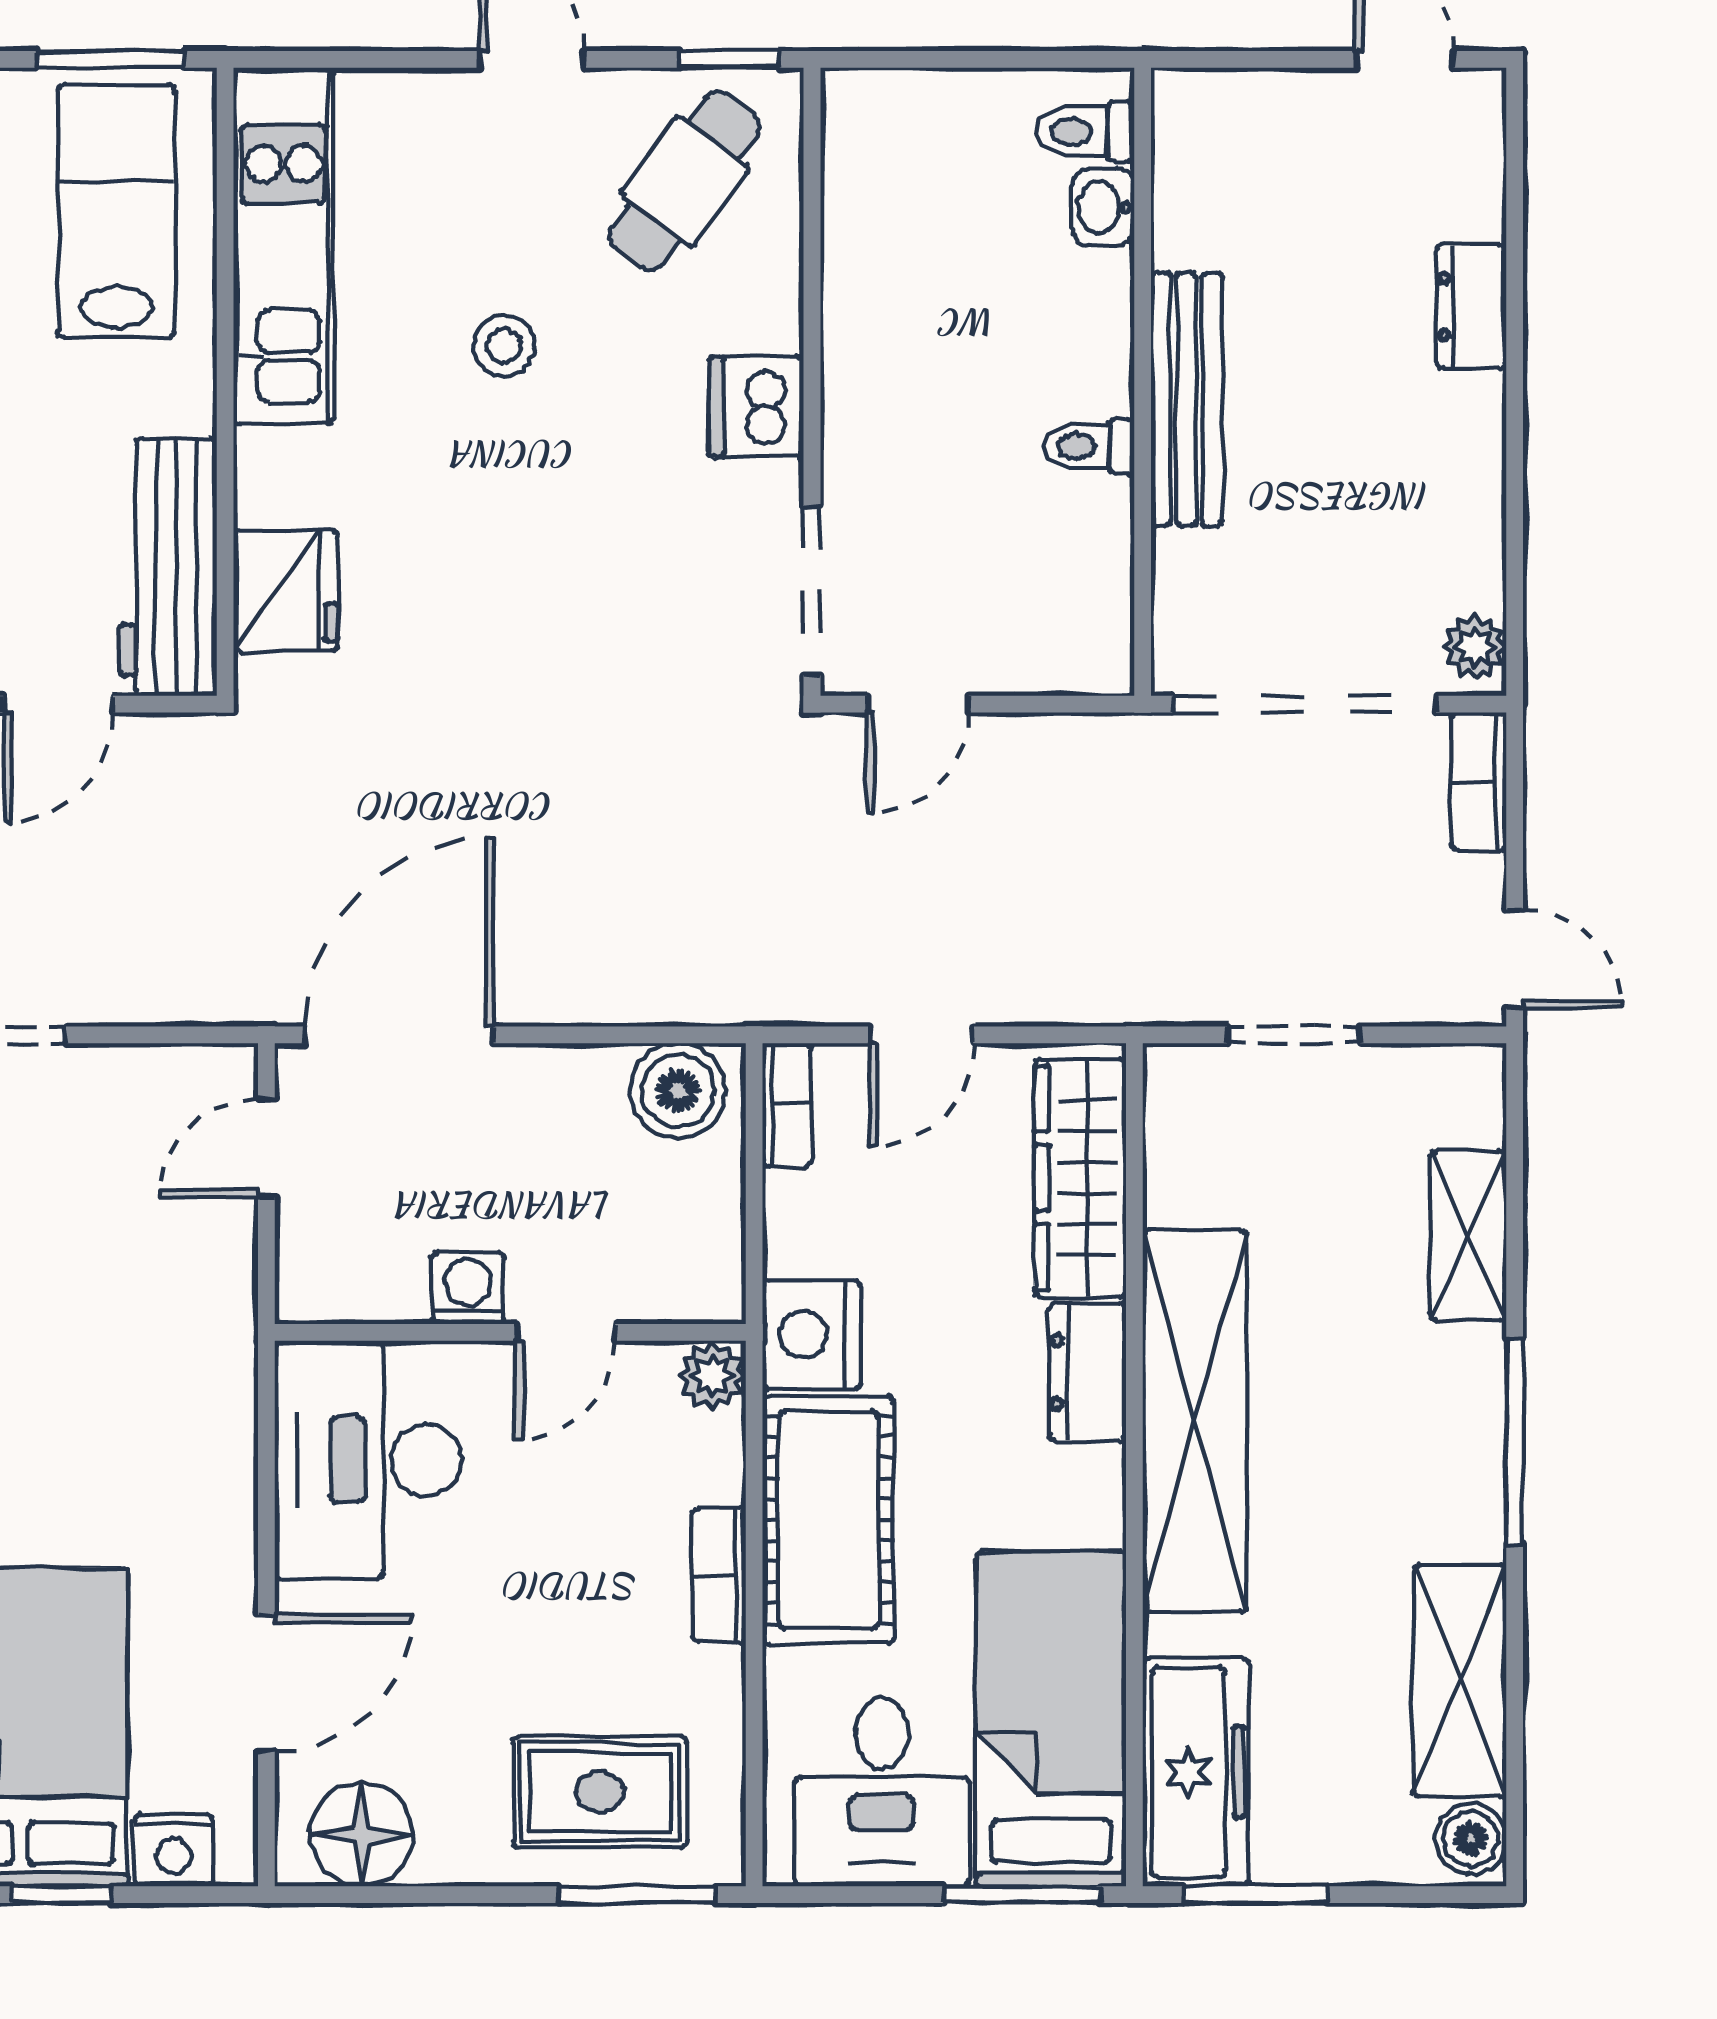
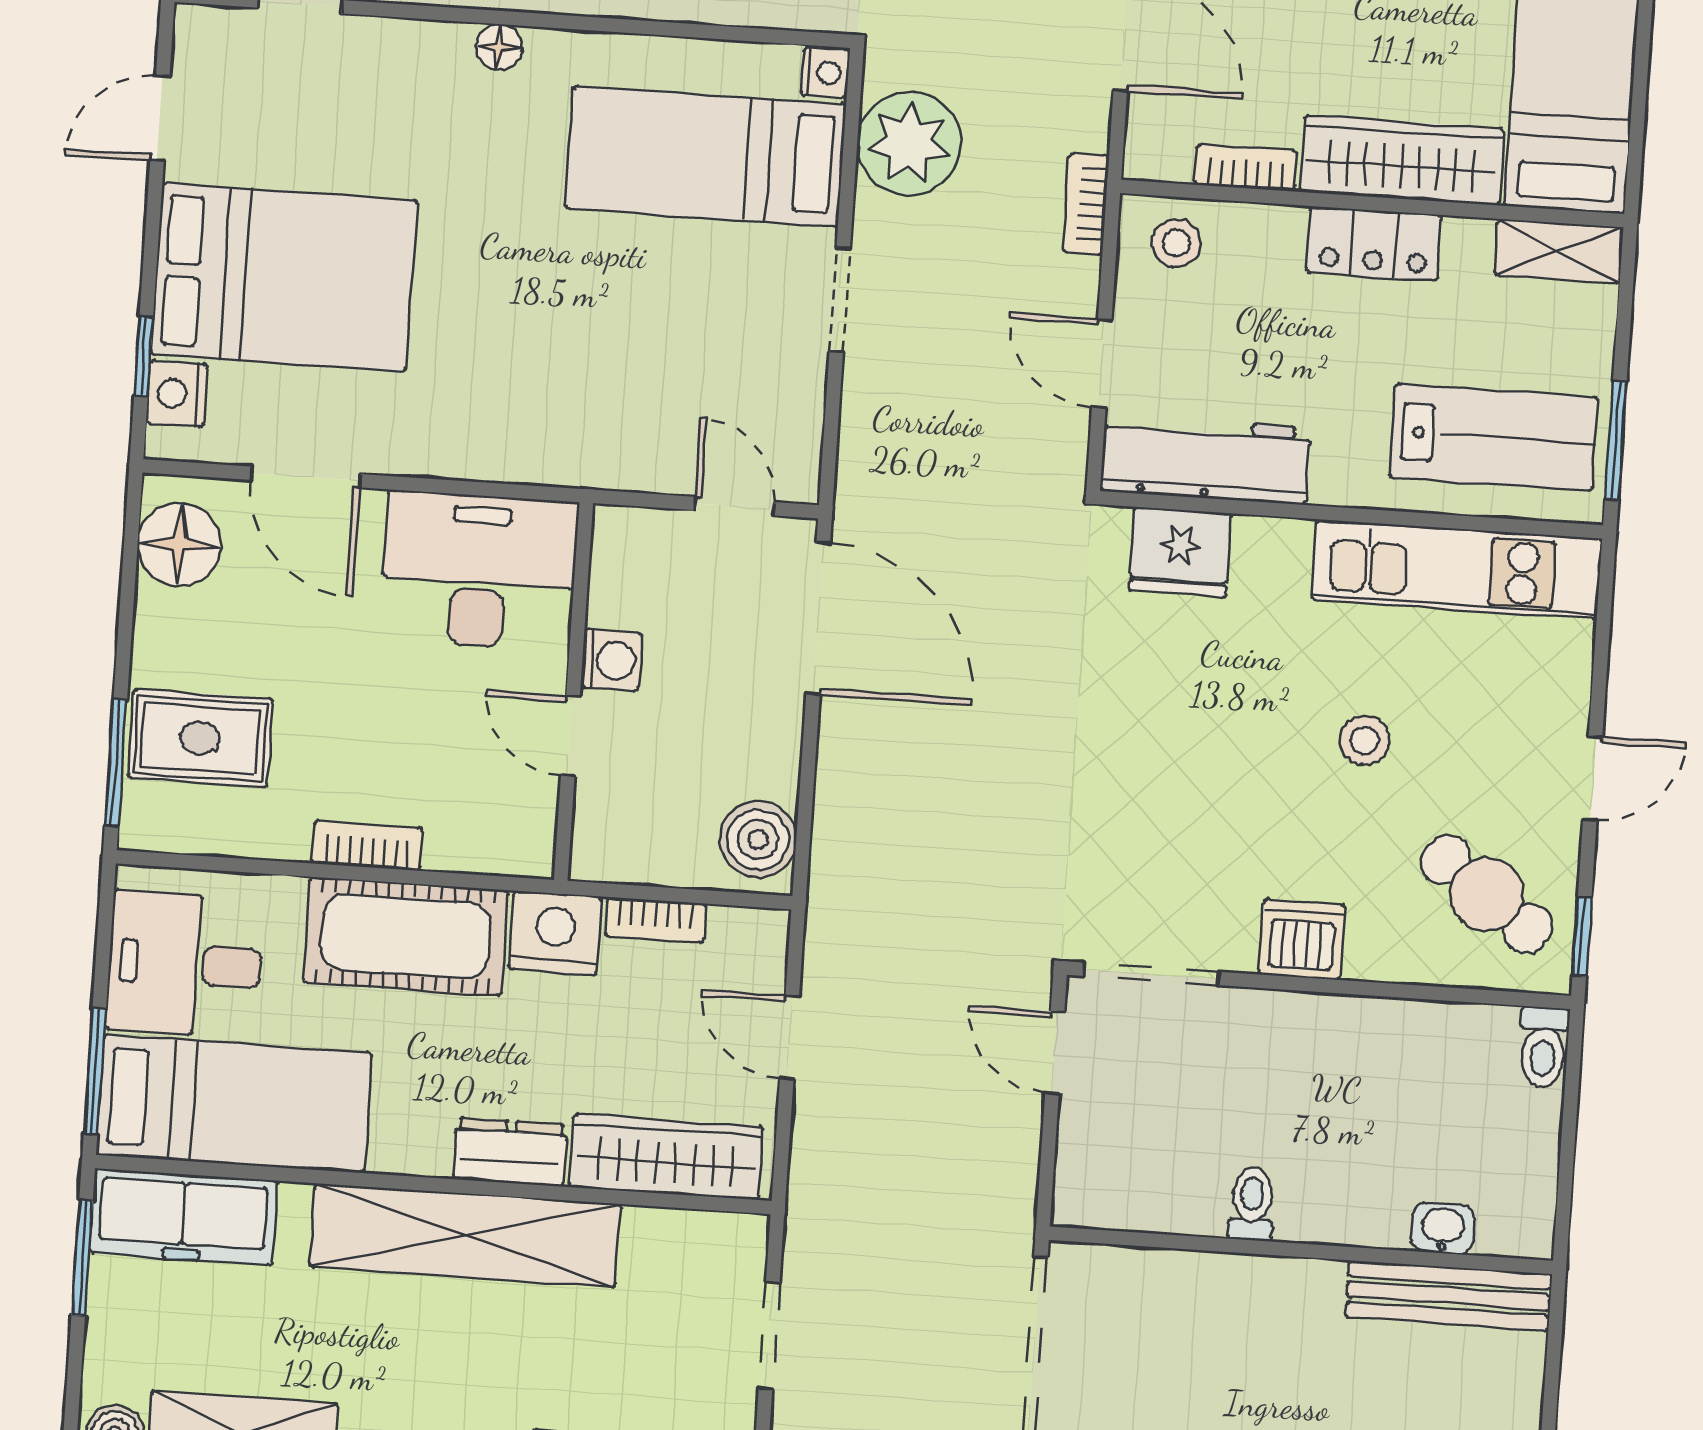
toilet: (1085, 132) -> (1543, 1047), moved, turned 180
bench: (1186, 399) -> (1449, 1296), moved
bookcase: (787, 1105) -> (655, 920), moved
plant: (712, 1376) -> (527, 851), removed
rug: (600, 1792) -> (200, 738), turned 90
window: (61, 1895) -> (144, 356), moved

